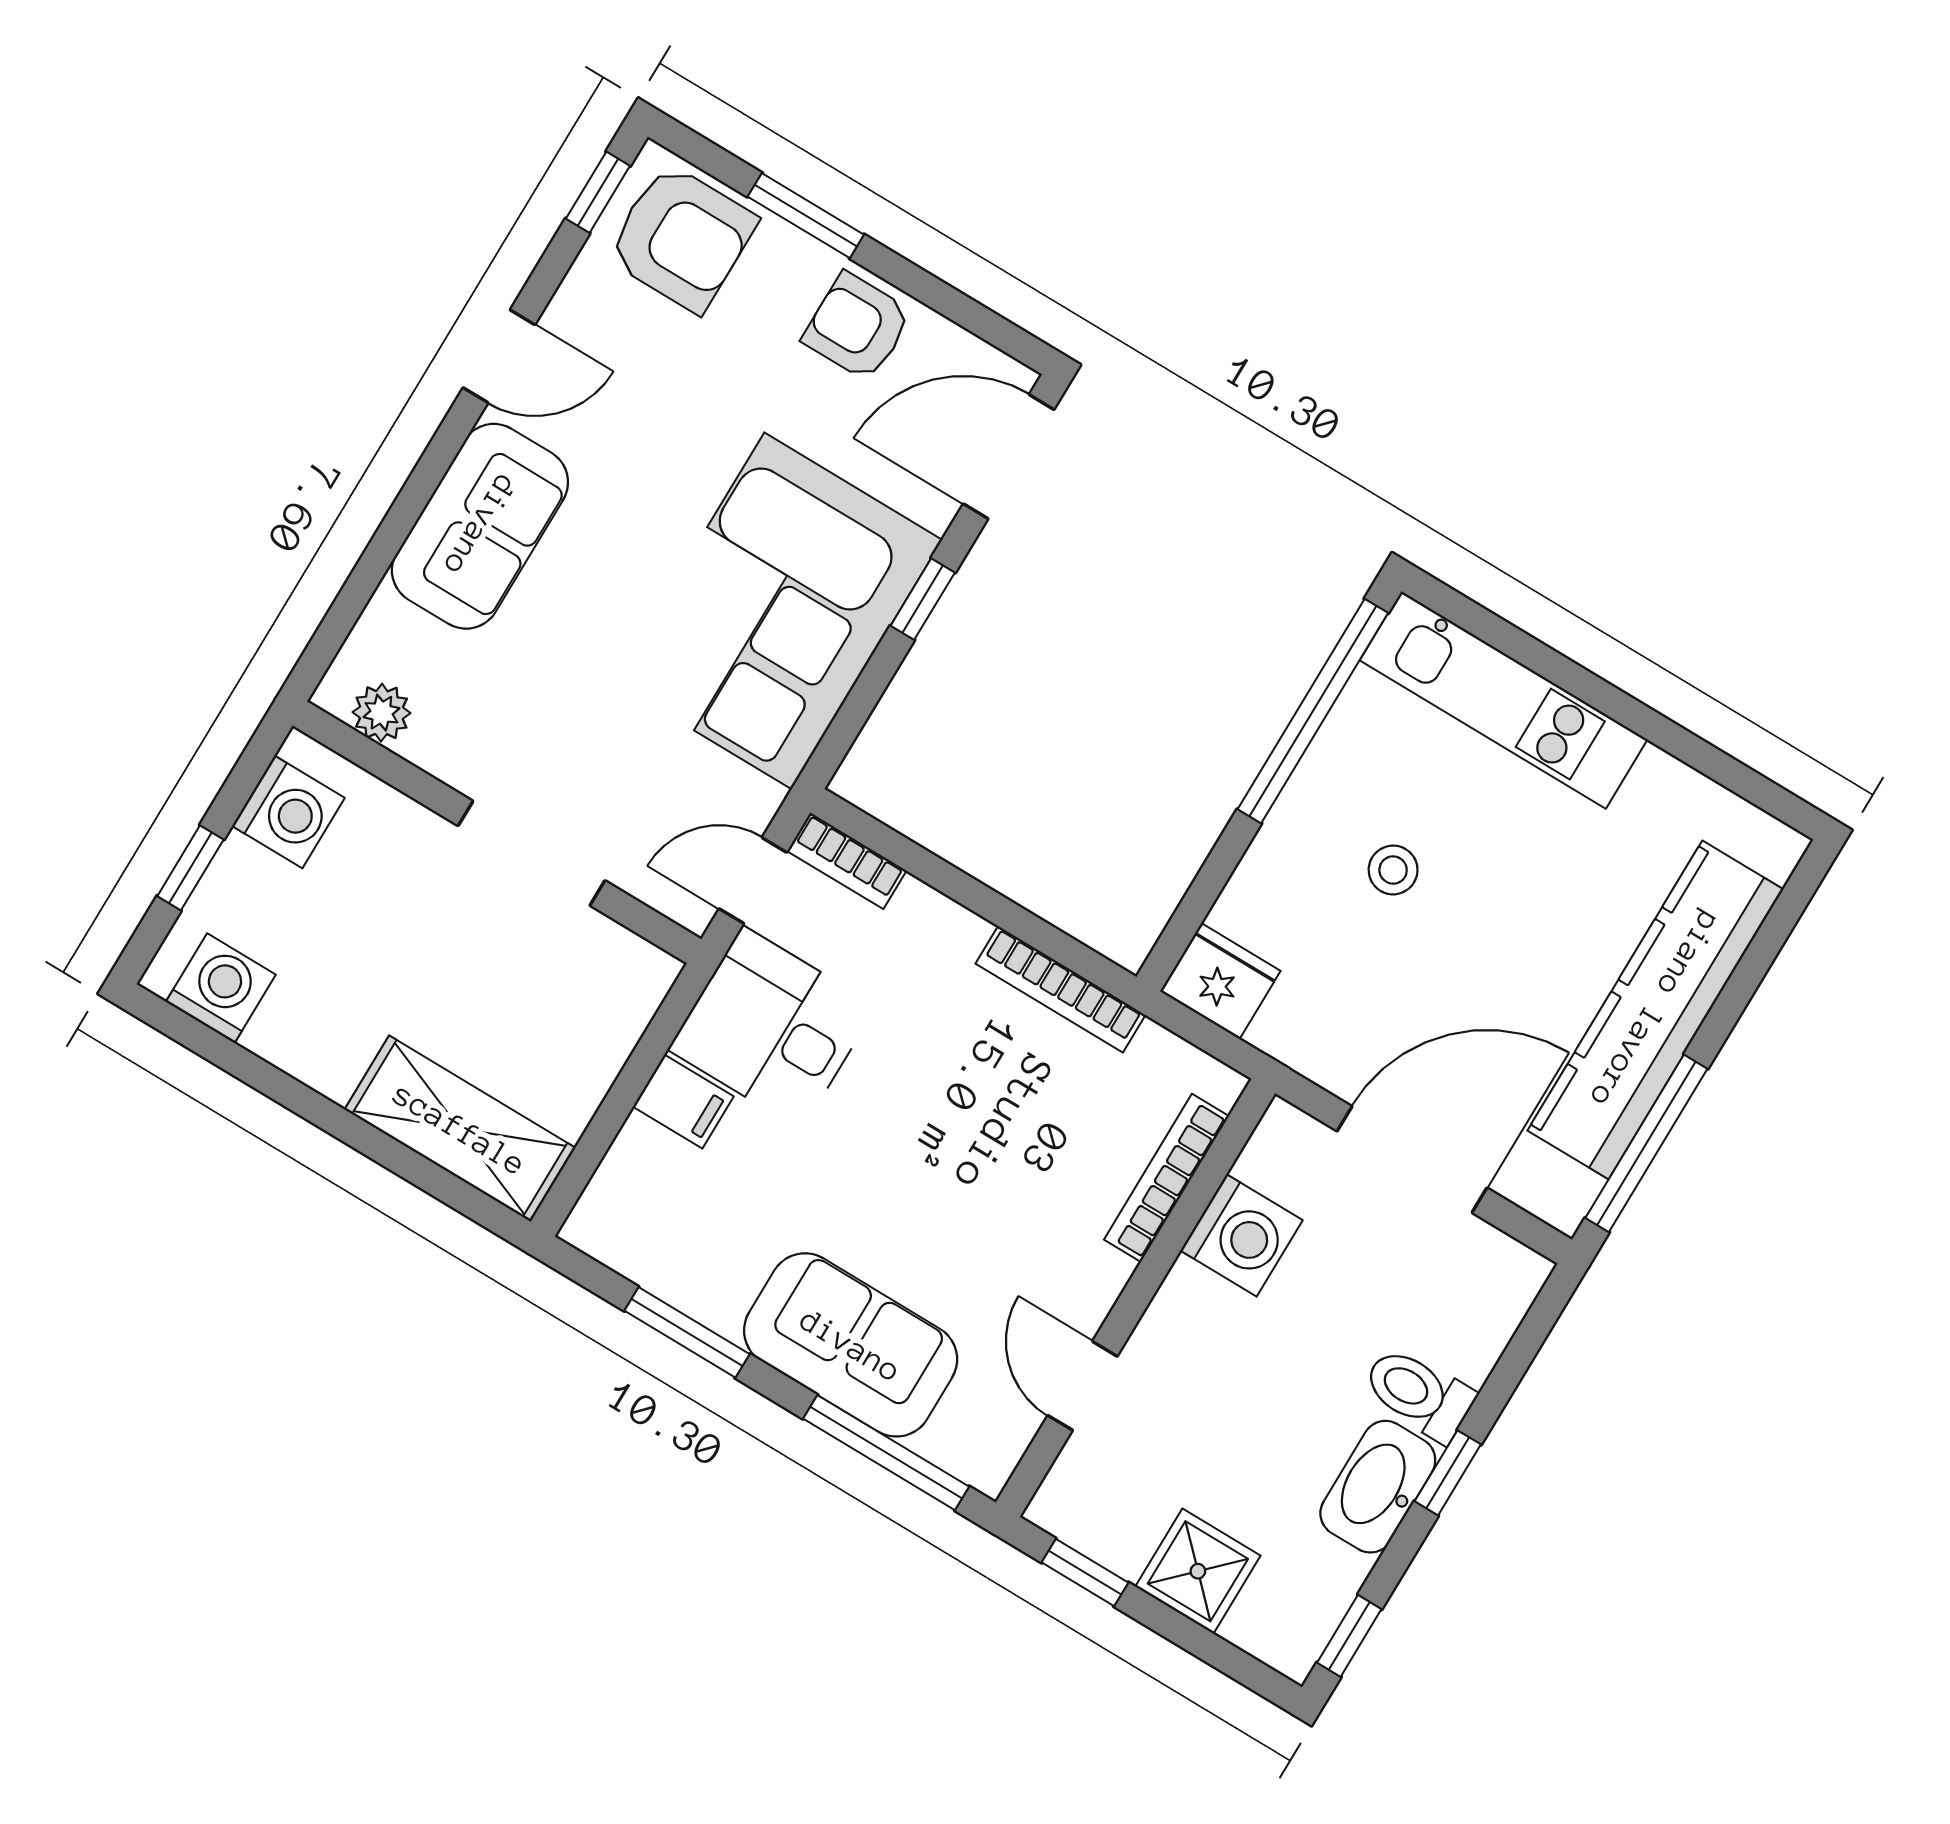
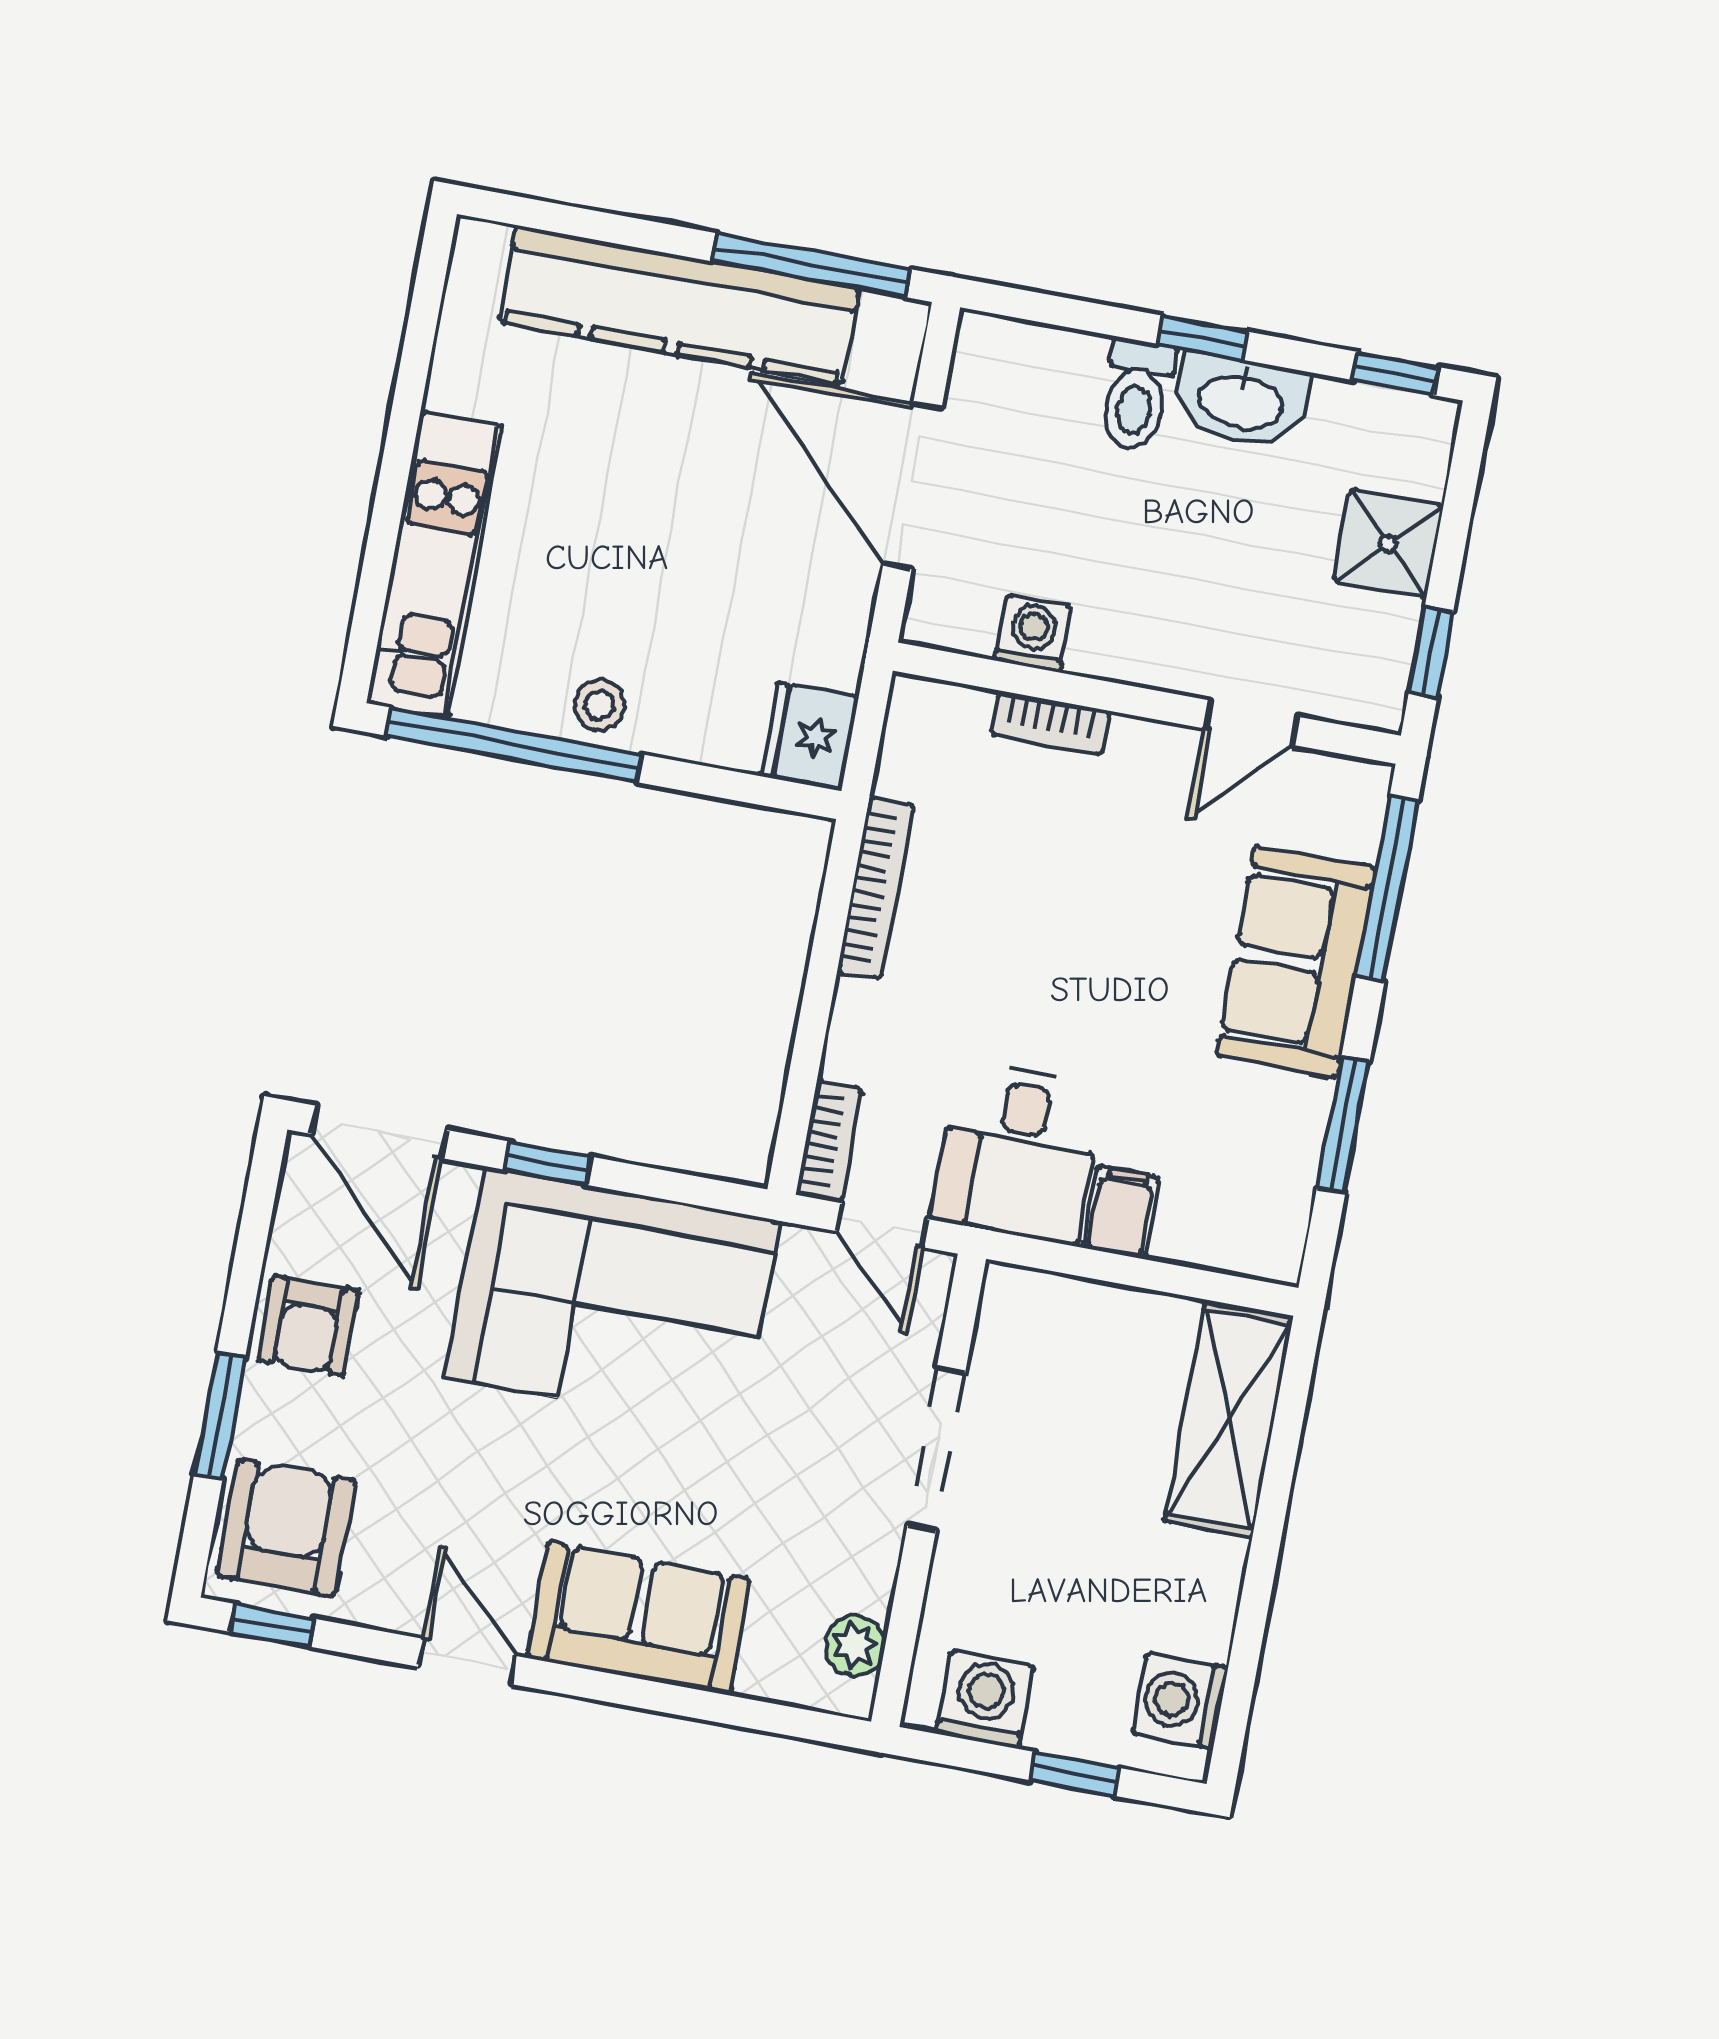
stool: (1393, 870) -> (600, 705), moved
bookcase: (1166, 1178) -> (1051, 723), width x0.64
washing machine: (1242, 1235) -> (1033, 634), width x0.73, depth x0.73

